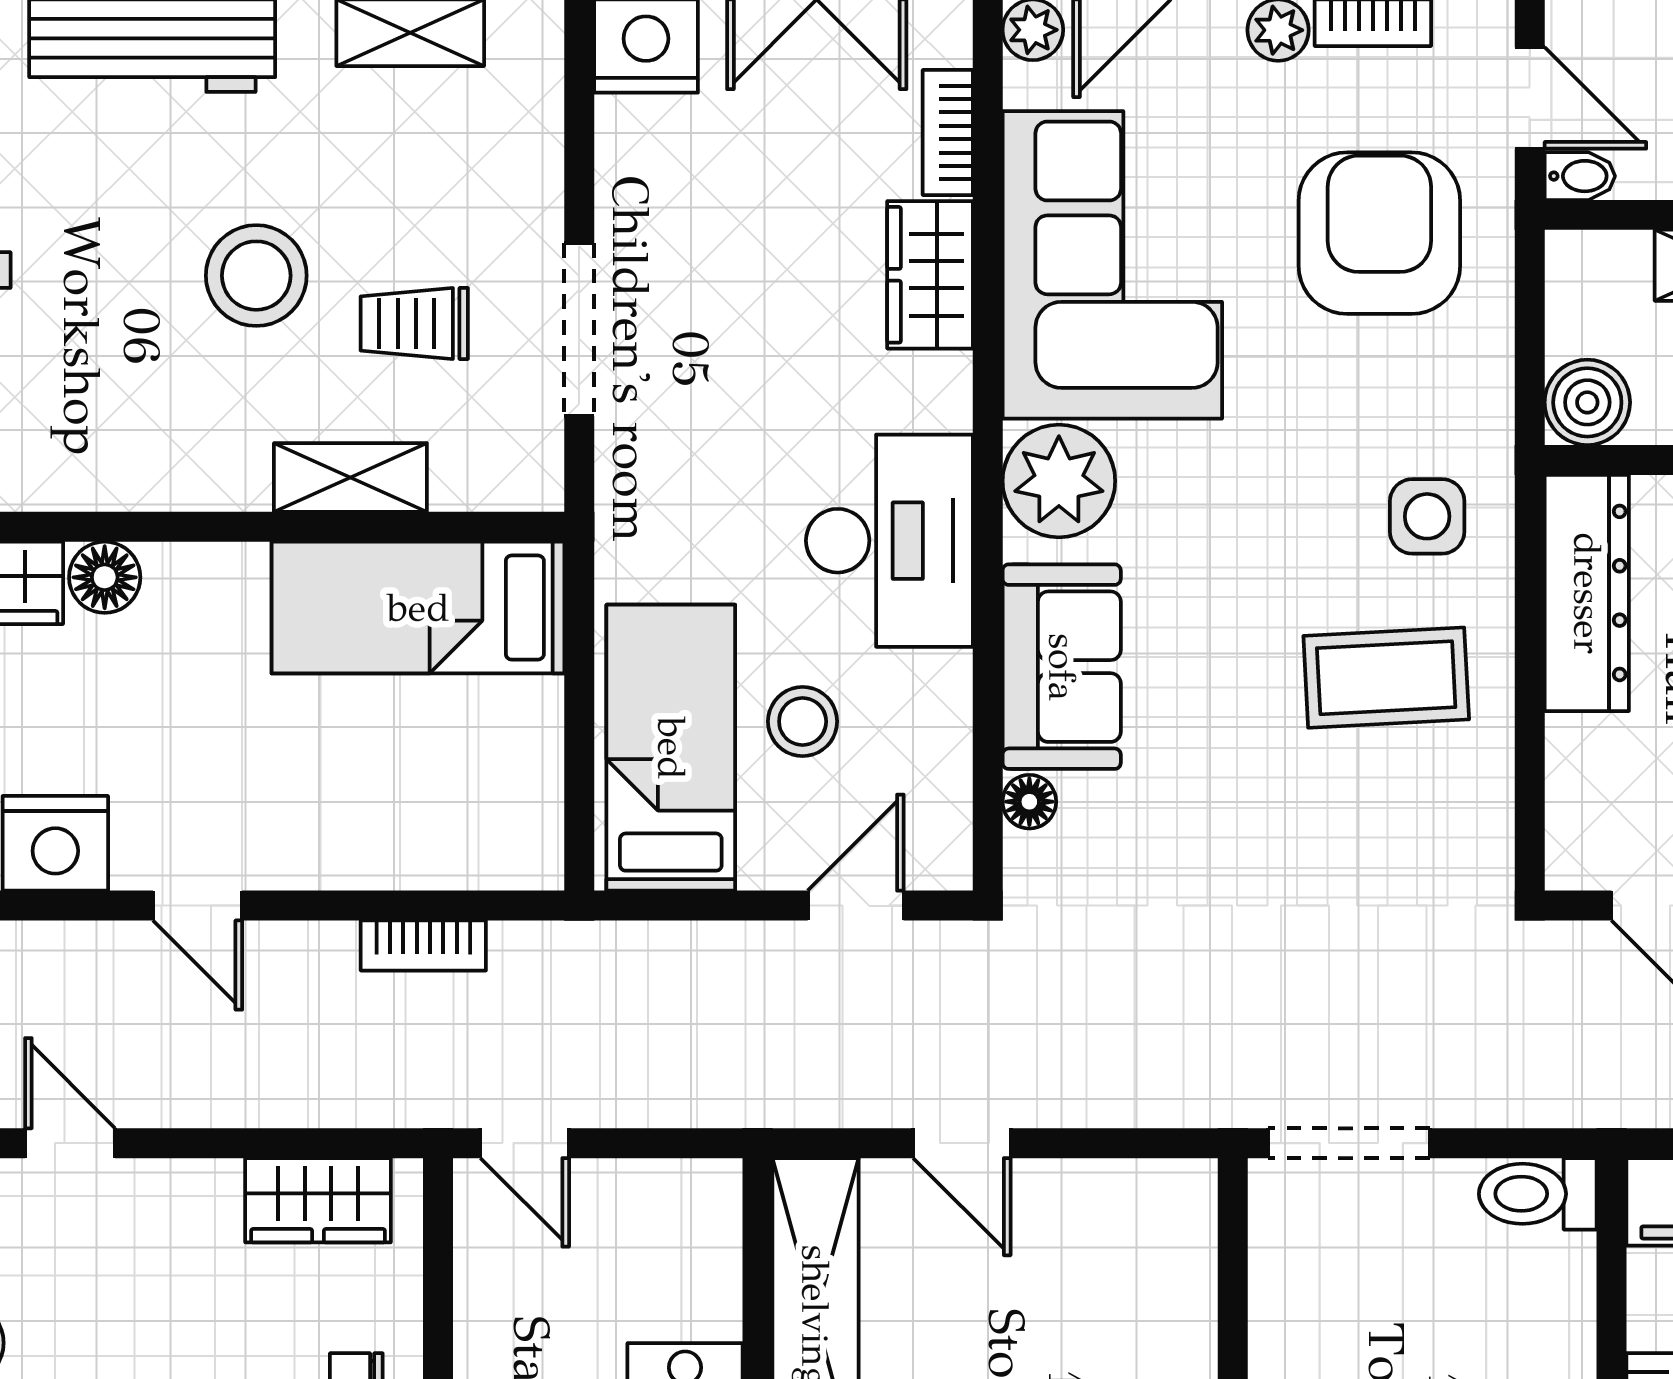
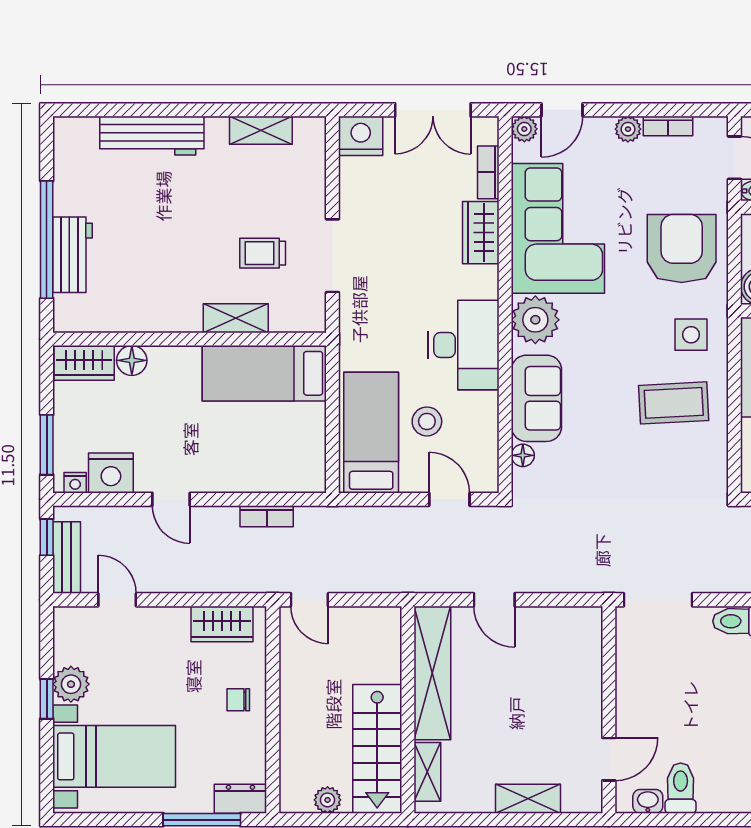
armchair: (1379, 233) -> (682, 248), moved
stool: (256, 276) -> (196, 233), removed
door: (856, 906) -> (449, 499), hinge flipped

